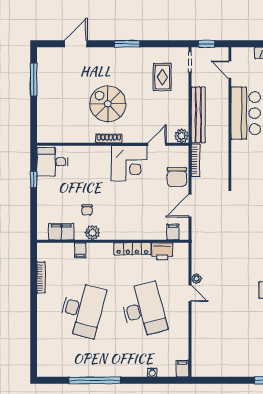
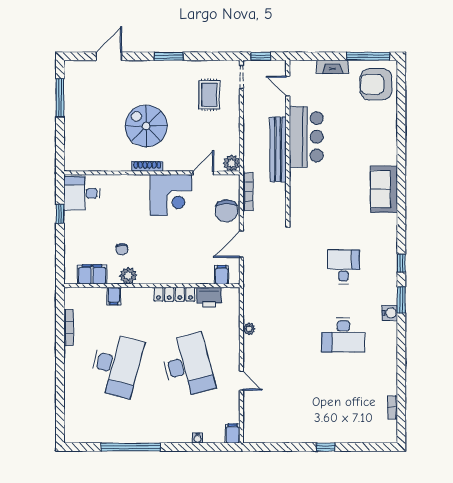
bench: (198, 115) -> (278, 149), moved
door: (190, 293) -> (241, 381), moved

